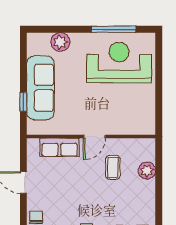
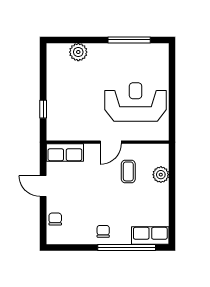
reception desk: (119, 63) -> (136, 102), moved
sofa: (40, 88) -> (59, 96), removed
row of seats: (60, 147) -> (65, 153), moved

